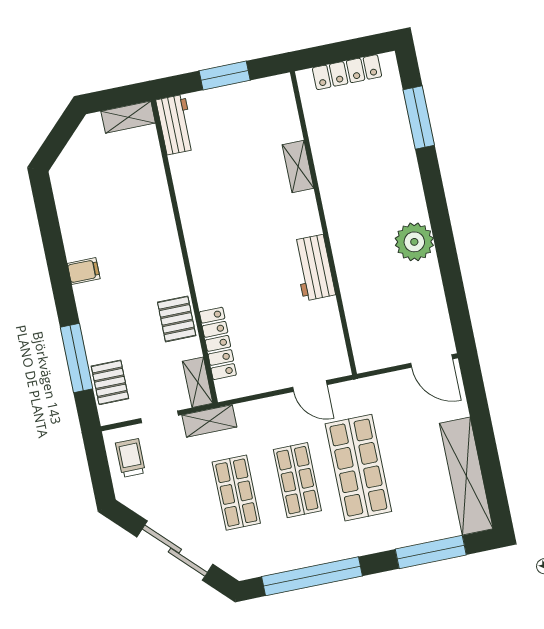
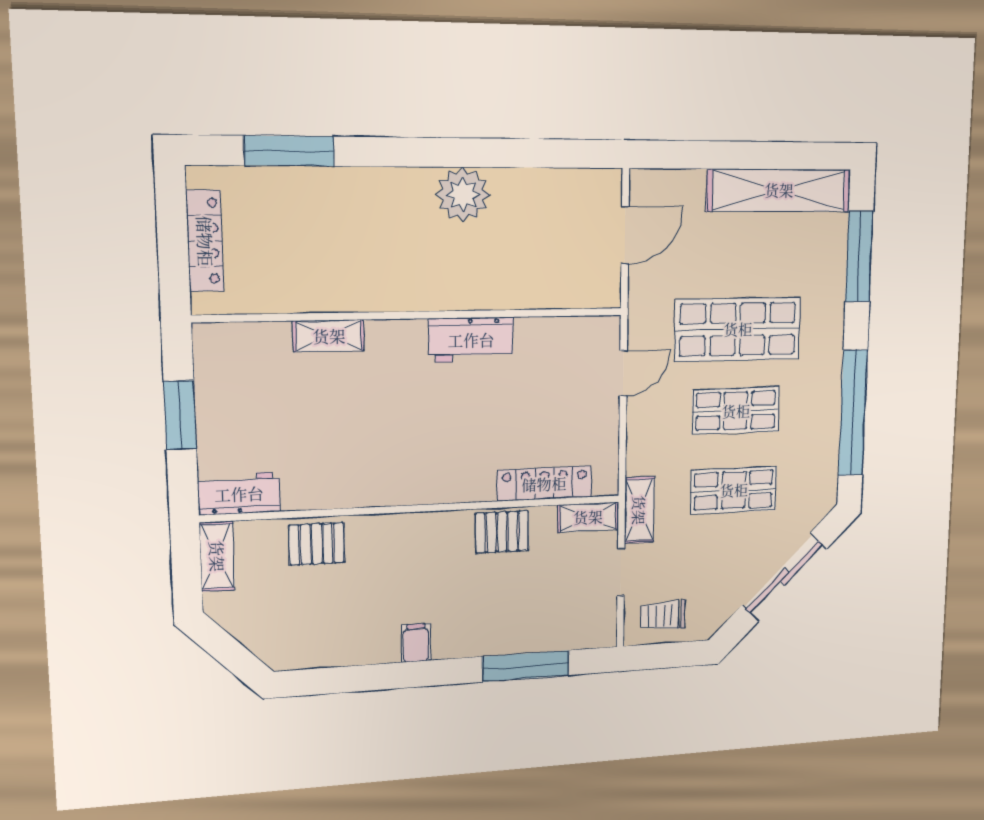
door: (432, 361) -> (625, 235), moved
pallet: (110, 382) -> (317, 544), moved

